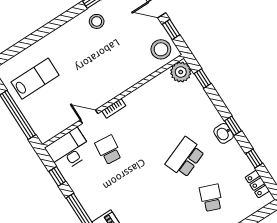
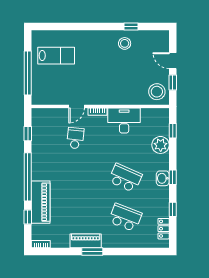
plant: (181, 72) -> (161, 145), moved
door: (89, 117) -> (77, 106), swing flipped
desk: (69, 150) -> (124, 120), moved
school desk: (185, 157) -> (125, 178), turned 45
school desk: (211, 198) -> (125, 217), width x1.85

